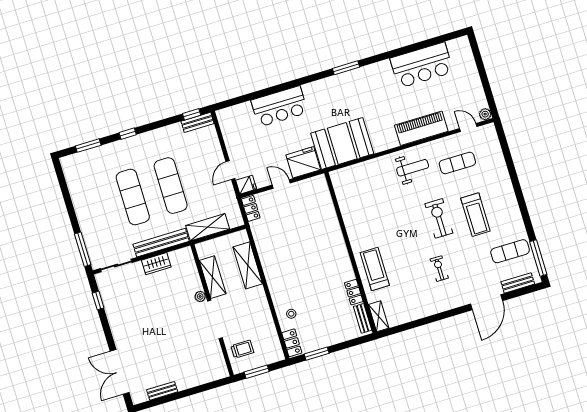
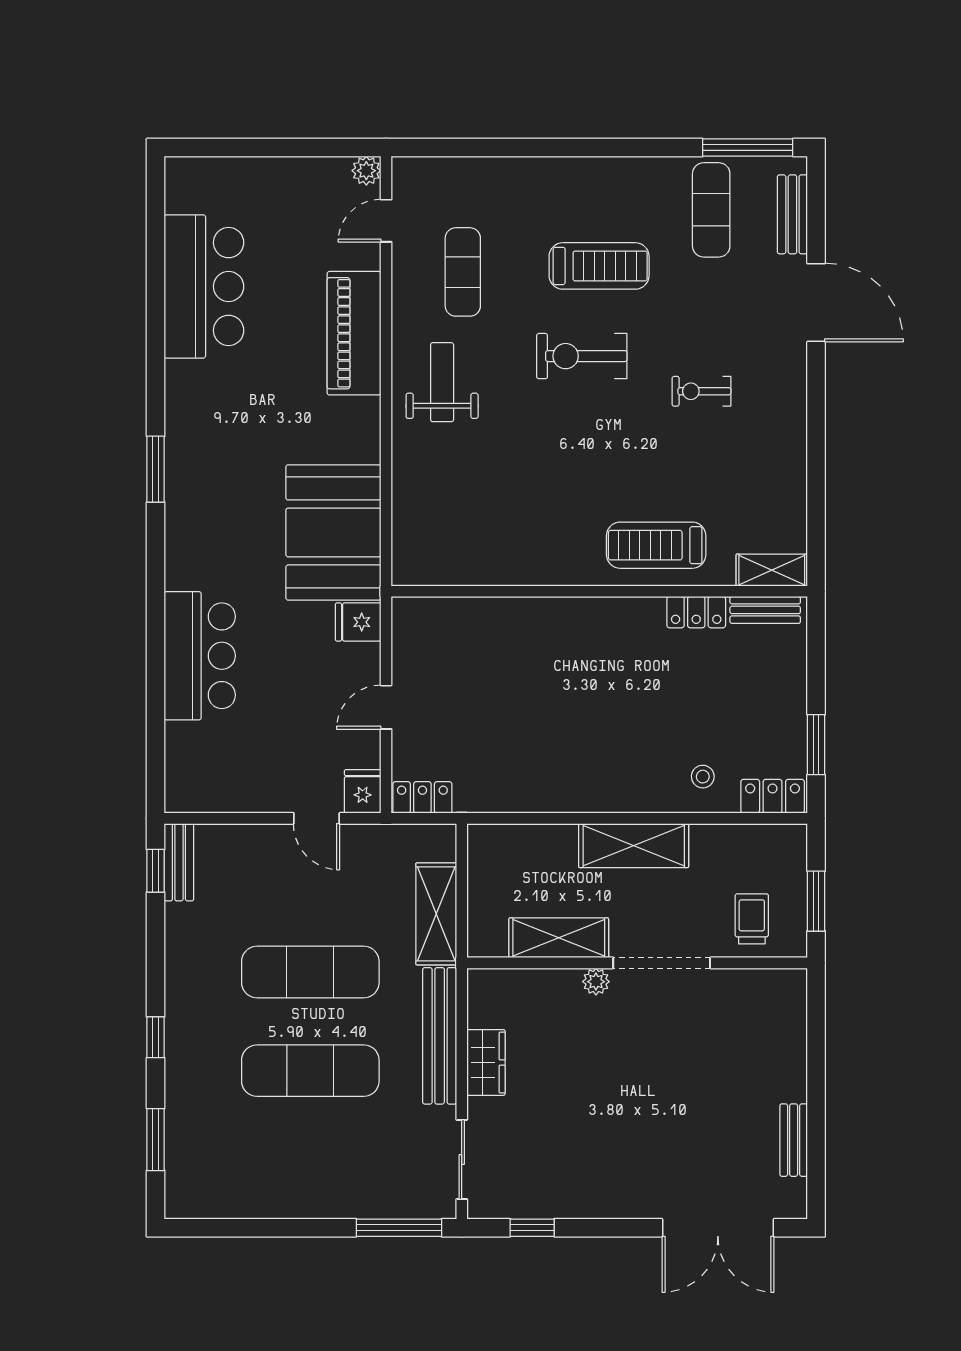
fridge: (303, 162) -> (358, 622), width x0.53, depth x0.75
shelving: (248, 265) -> (634, 846), moved

